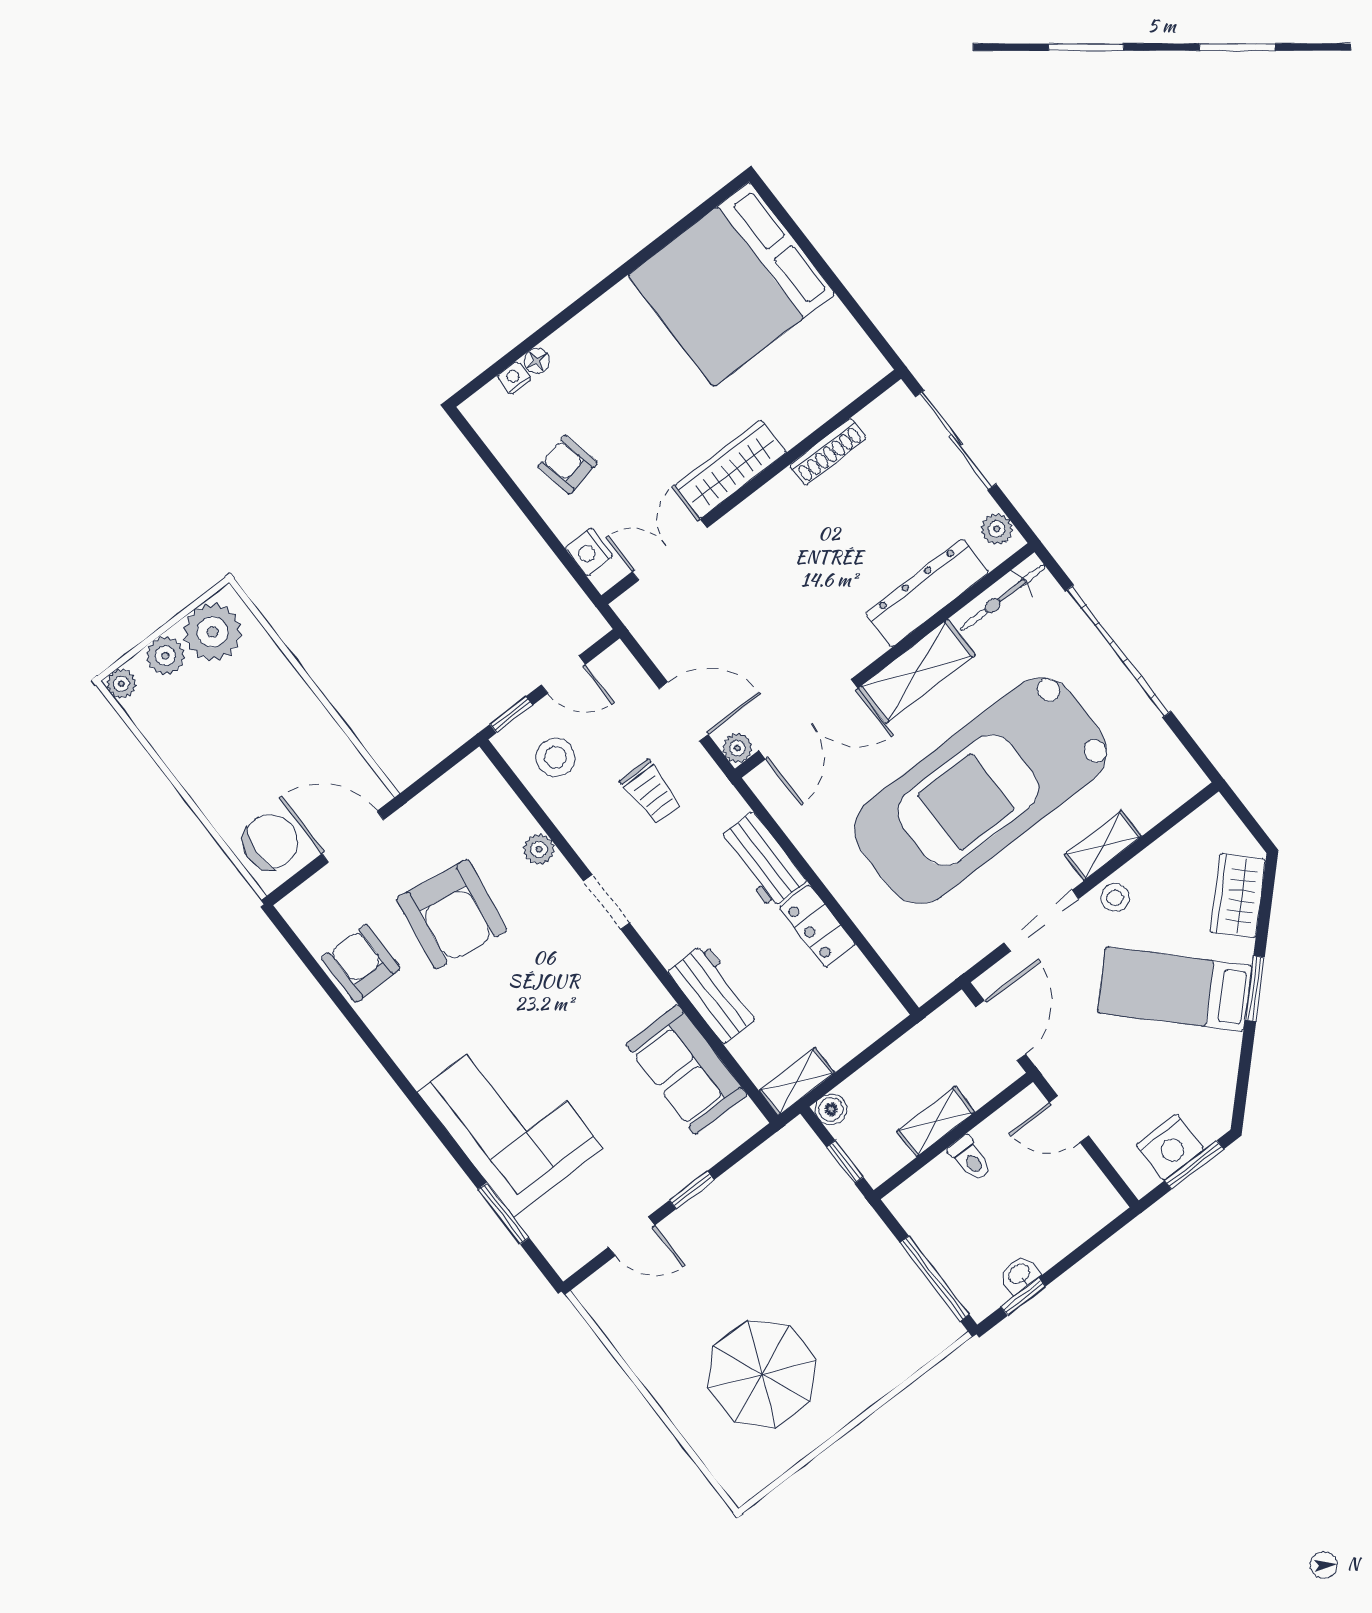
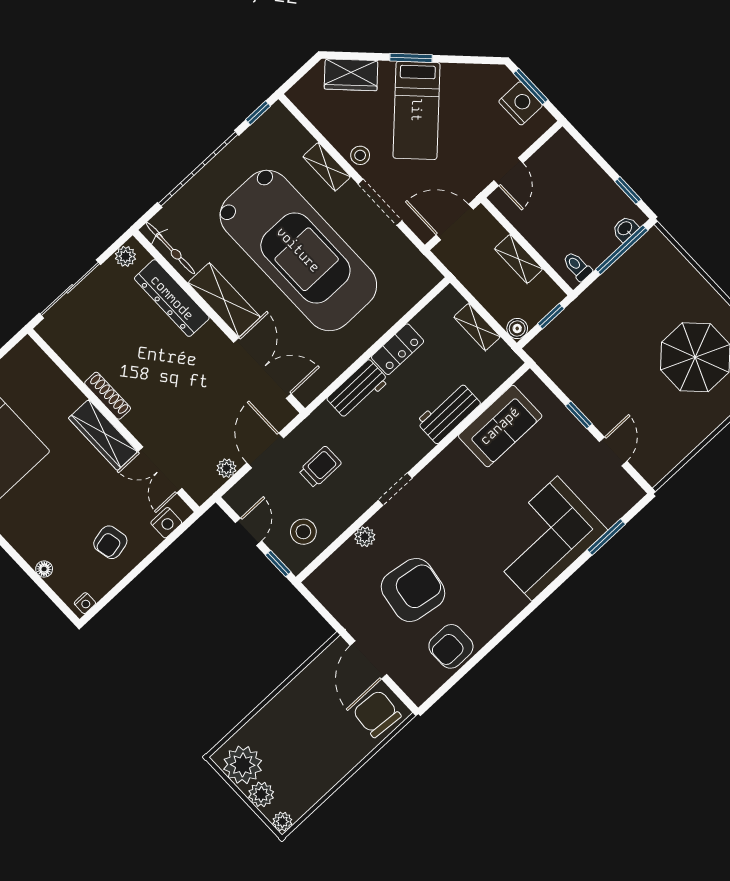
nightstand: (514, 378) -> (85, 603), moved, turned -90
shoe rack: (828, 452) -> (108, 396), moved
plant: (737, 748) -> (227, 468), moved
window: (1194, 750) -> (258, 113), added
shelving: (797, 1082) -> (477, 327), moved
toilet: (970, 1159) -> (577, 266), moved, turned -90
washbasin: (1020, 1274) -> (625, 229), moved, turned 90

